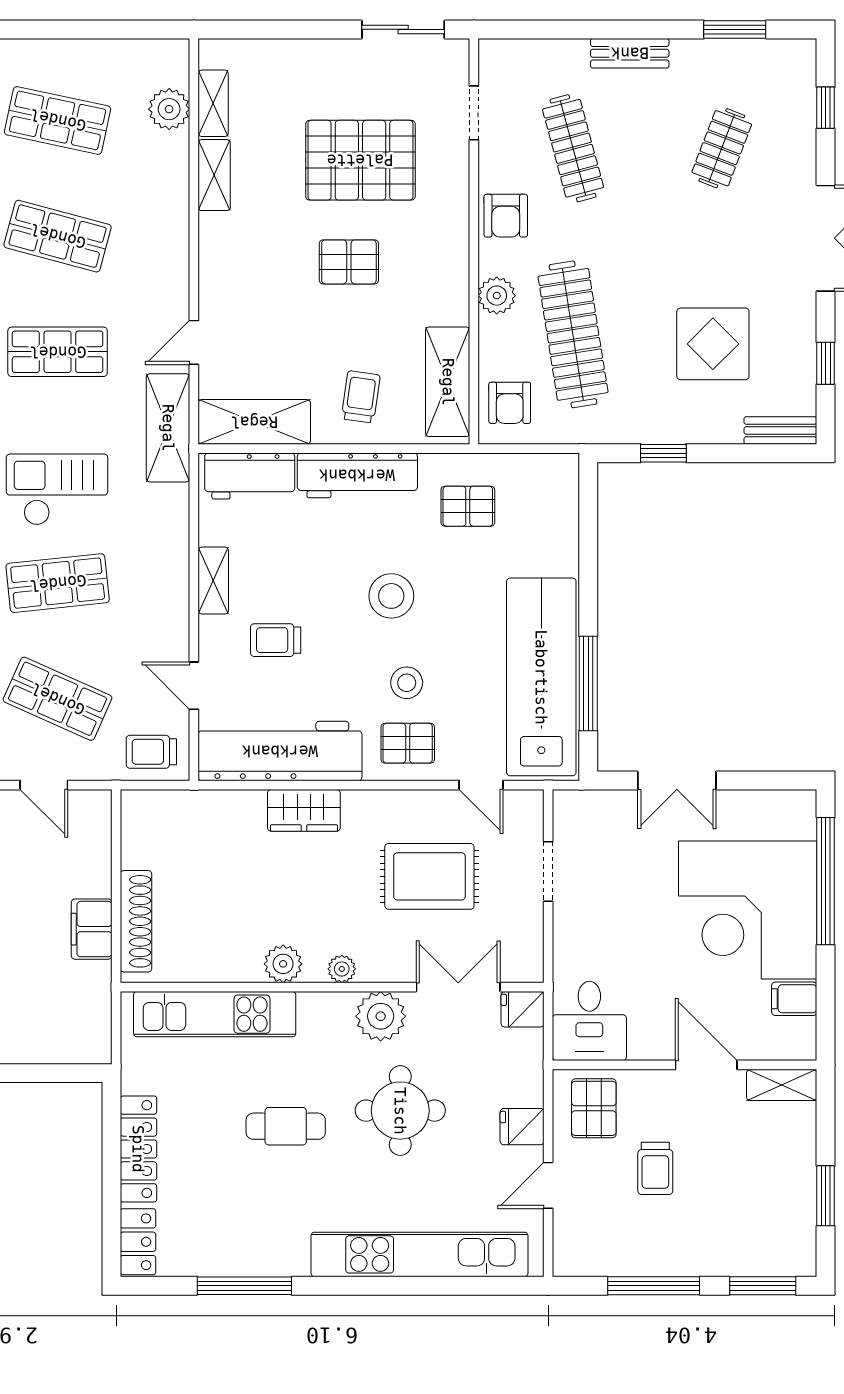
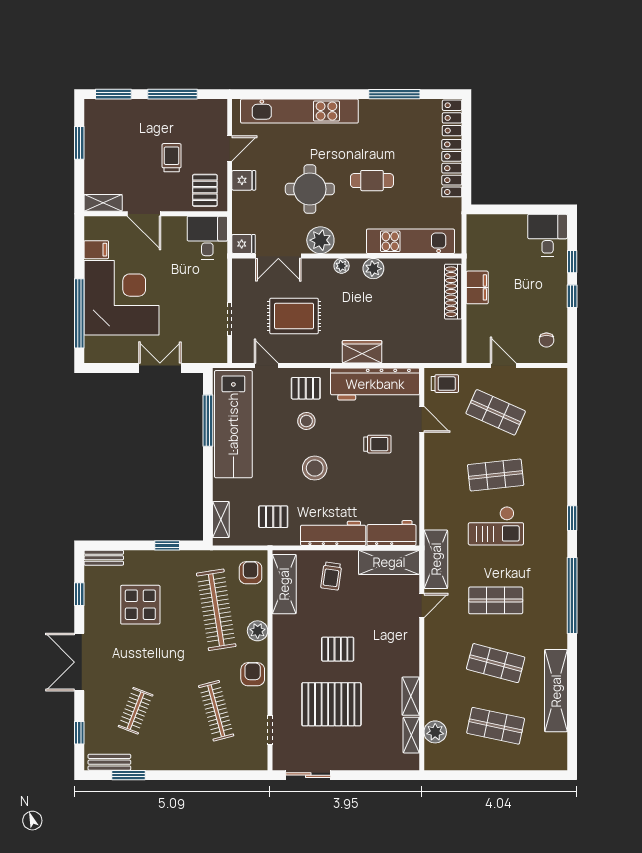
bench: (630, 53) -> (109, 762), moved
shelving: (213, 581) -> (221, 520), moved

